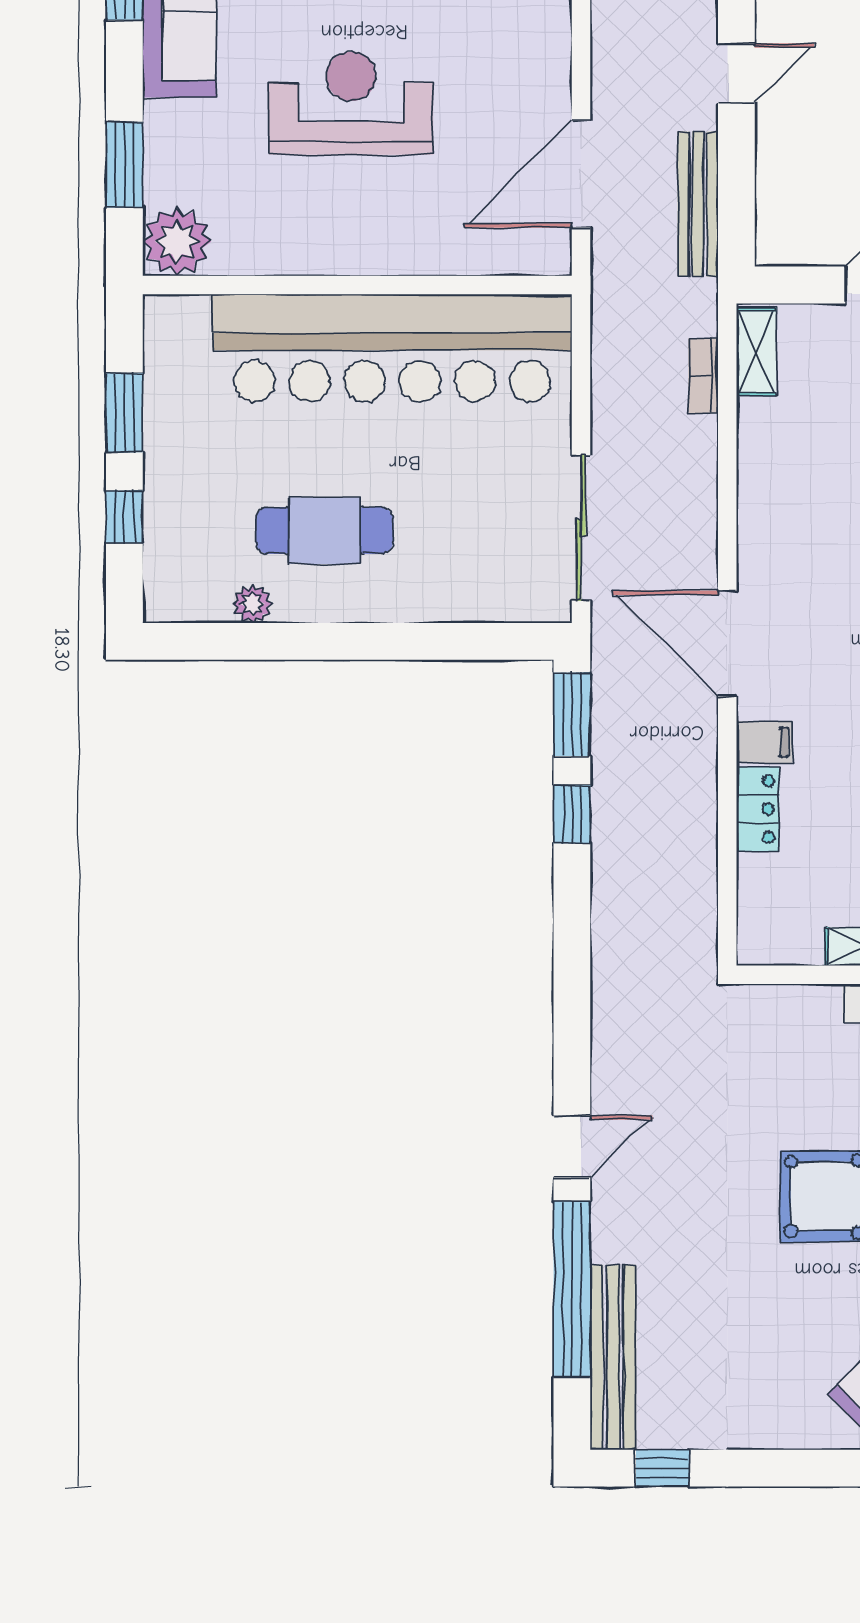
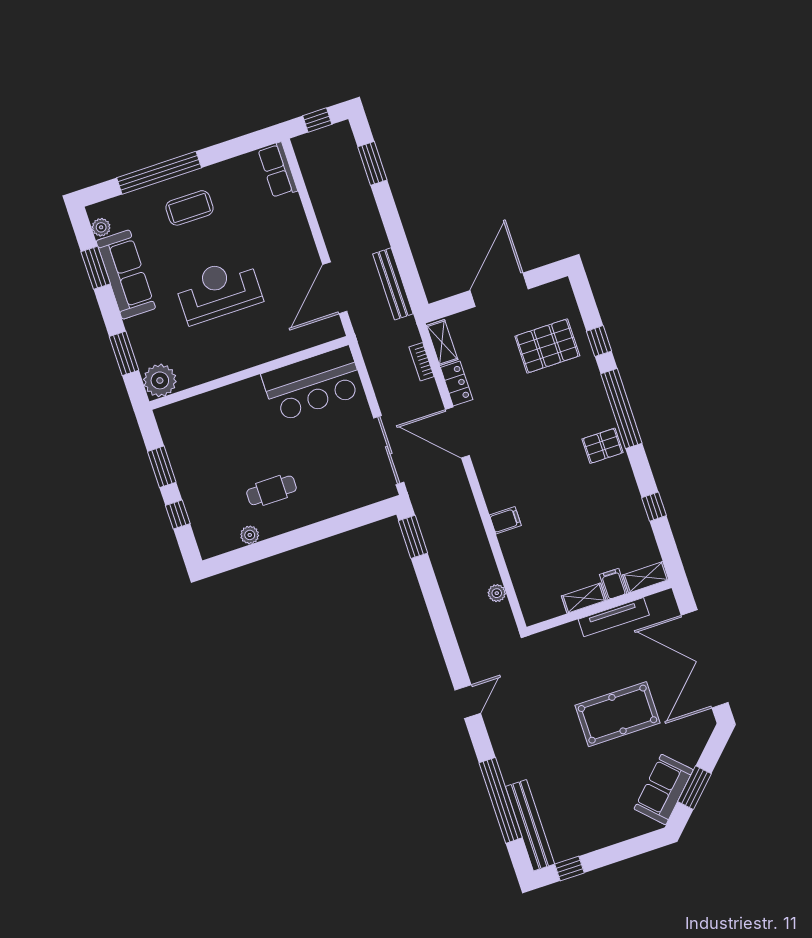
door: (736, 73) -> (391, 218), removed
bar counter: (392, 348) -> (313, 384), width x0.54
cafe table: (324, 531) -> (271, 490), width x0.73, depth x0.74
door: (727, 644) -> (457, 432), moved
locker: (758, 809) -> (457, 384), moved
window: (572, 814) -> (428, 583), removed
plant: (700, 880) -> (497, 593), added
door: (572, 1147) -> (468, 702), moved

